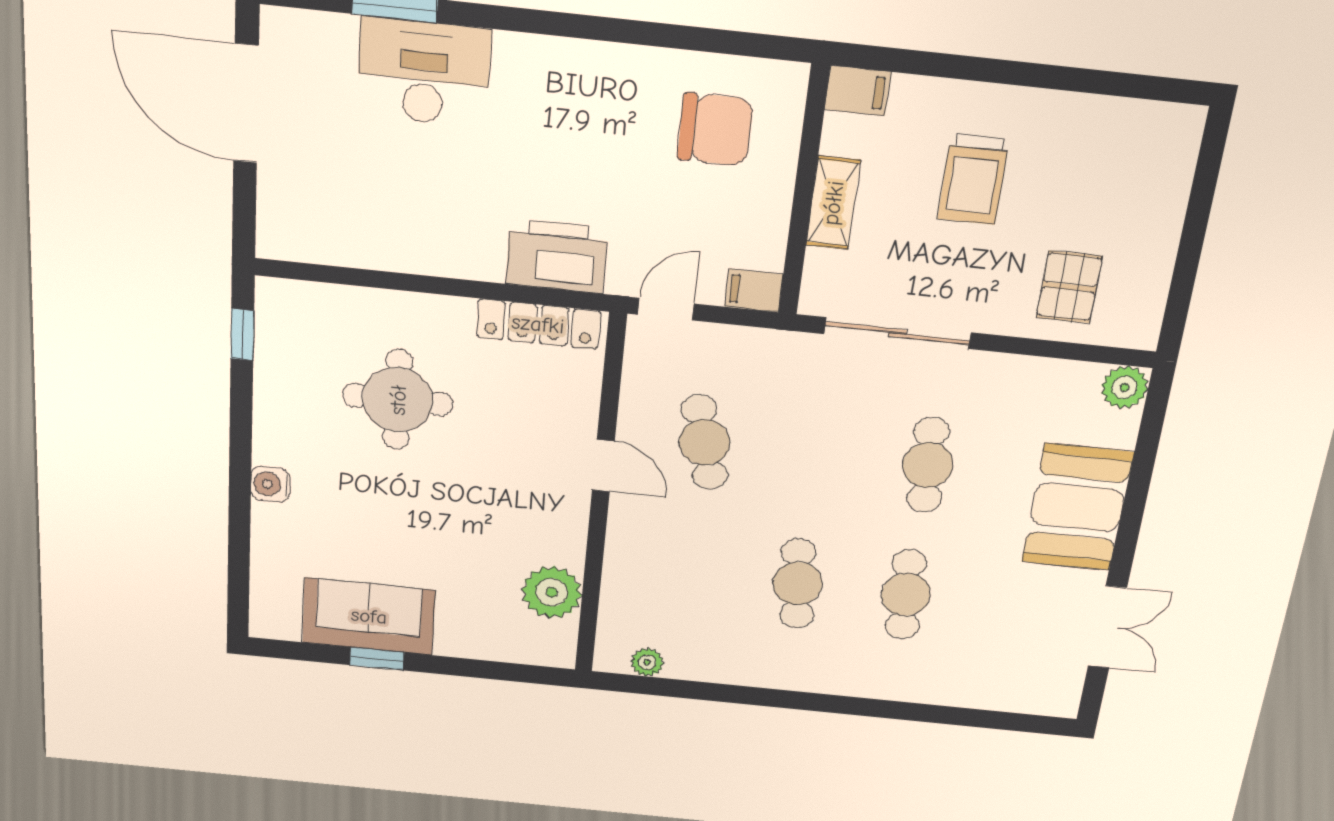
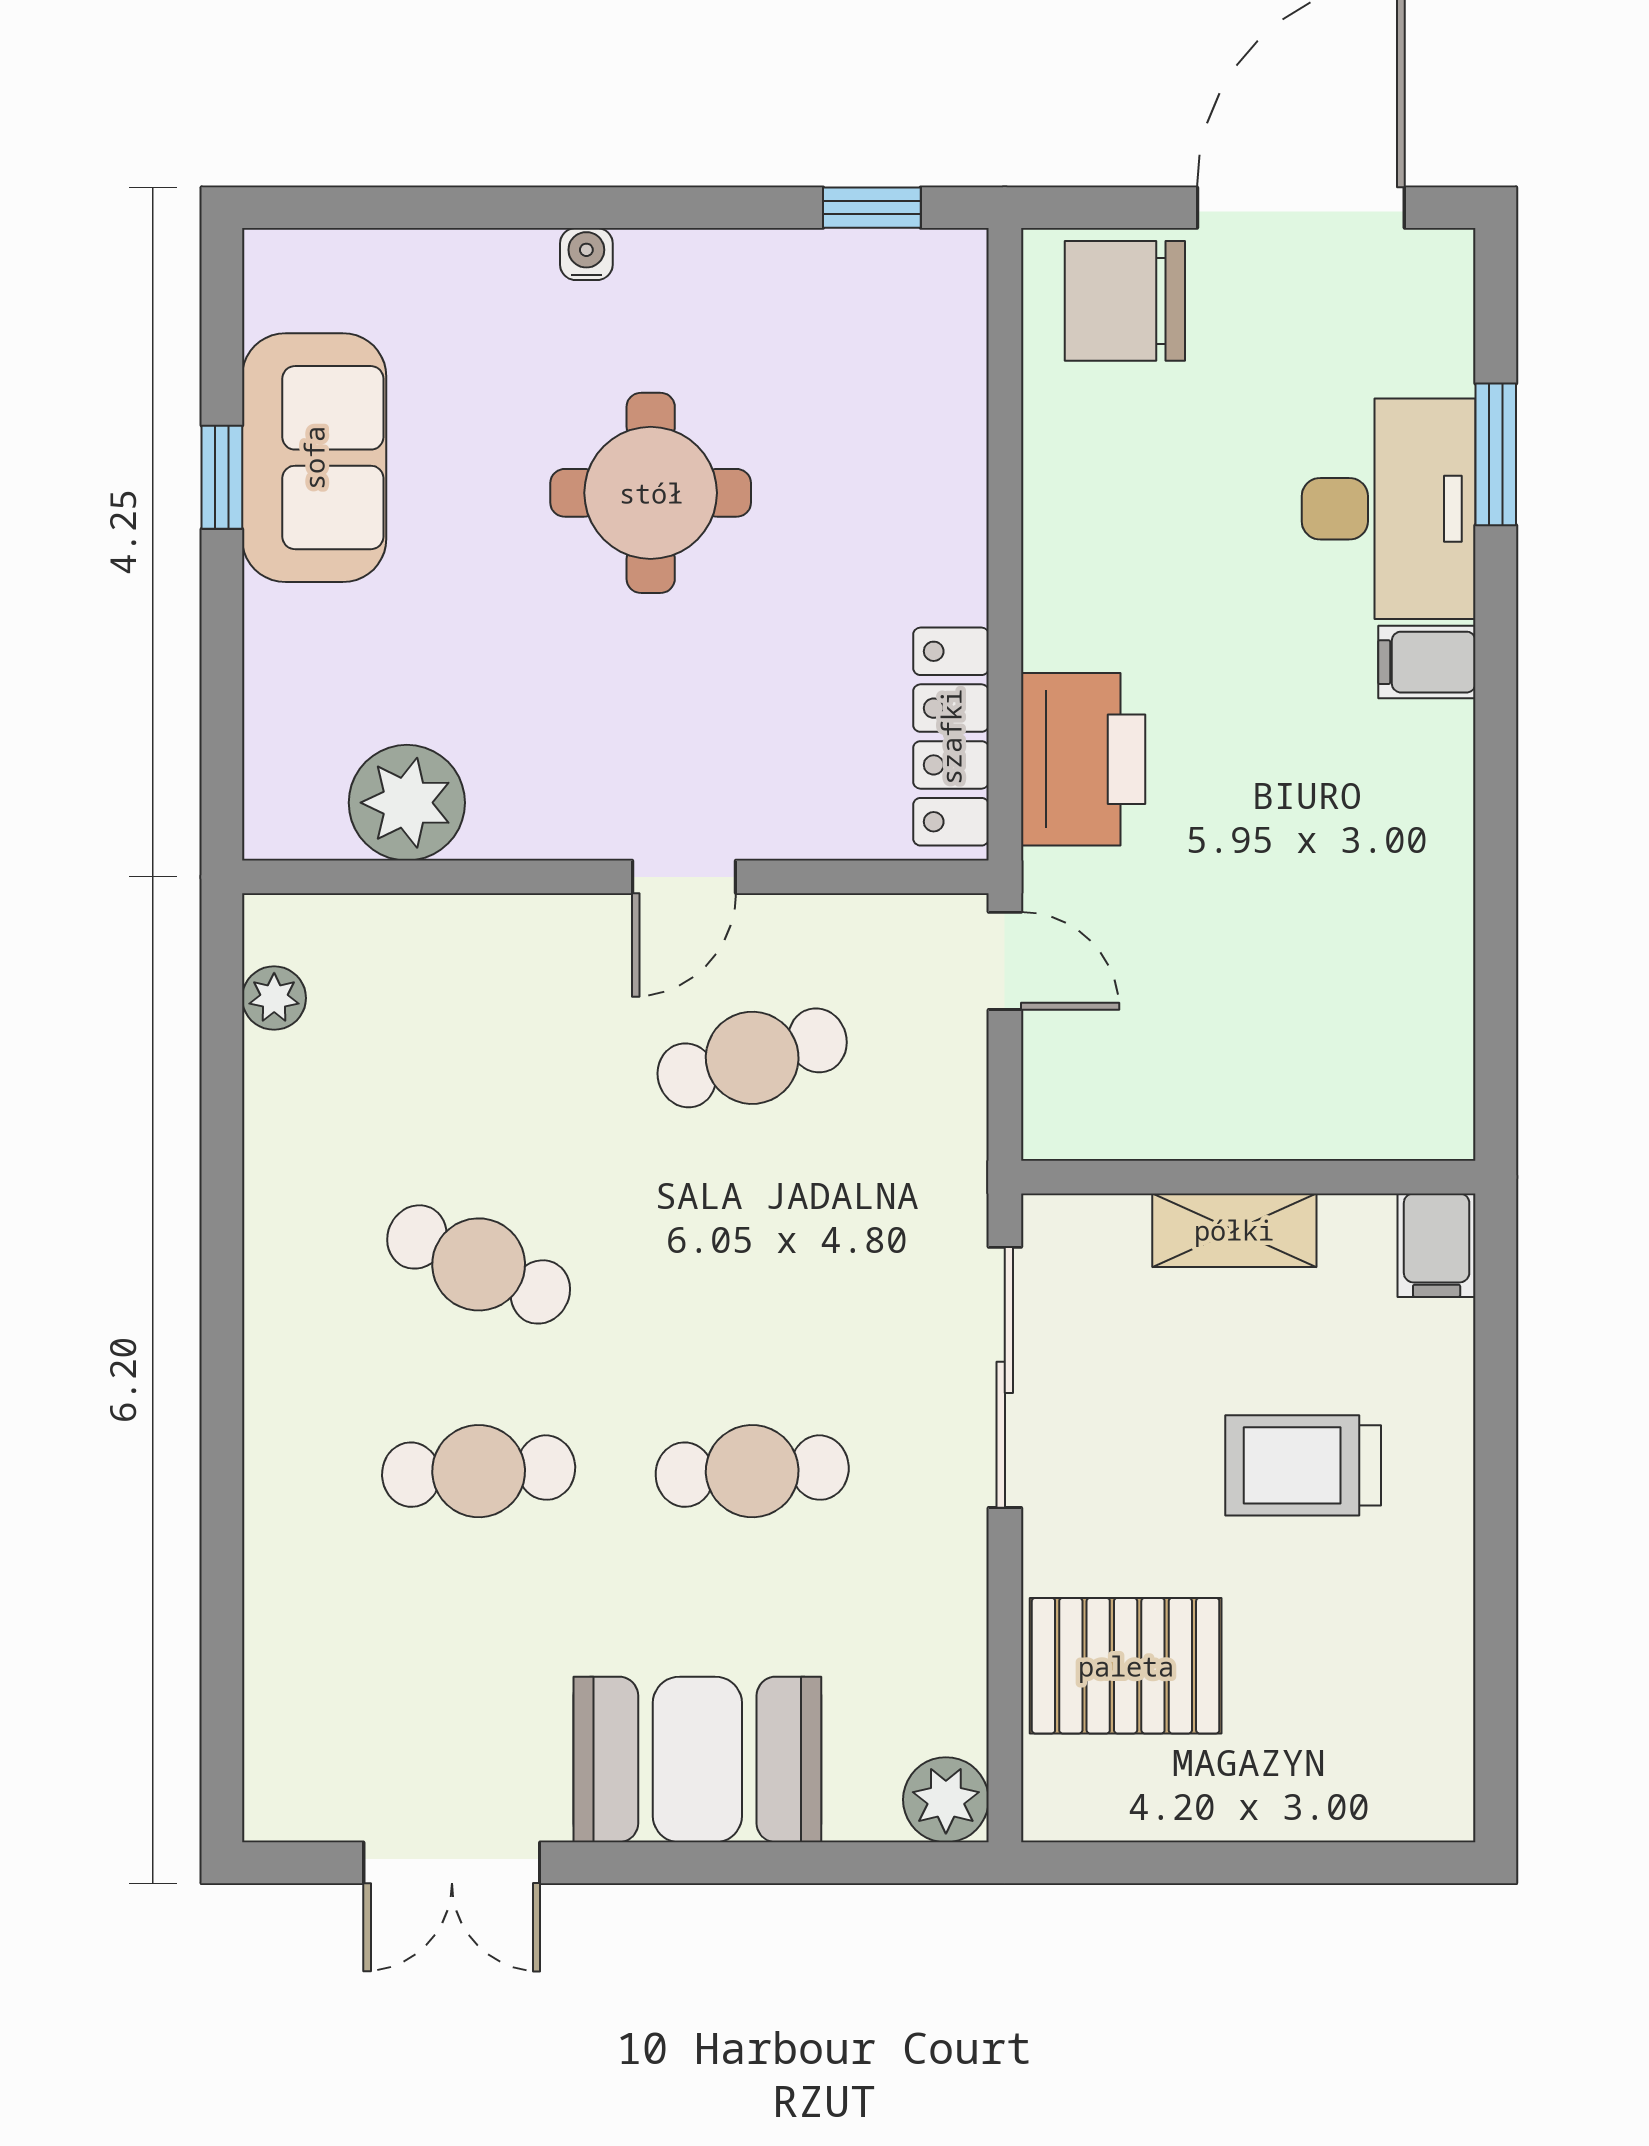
chair: (715, 129) -> (1125, 301), moved, turned 90
pallet: (1069, 287) -> (1126, 1666), width x1.50, depth x1.42
filing cabinet: (754, 290) -> (1427, 662), moved, turned -90
round table: (398, 400) -> (651, 493), moved
water cooler: (270, 484) -> (586, 254), width x0.72, depth x0.72
cafe table: (798, 584) -> (479, 1264), turned 30

